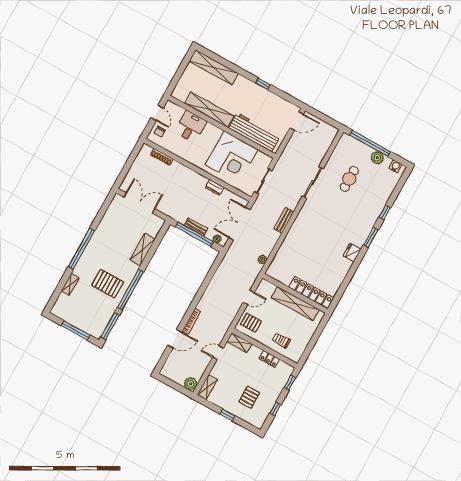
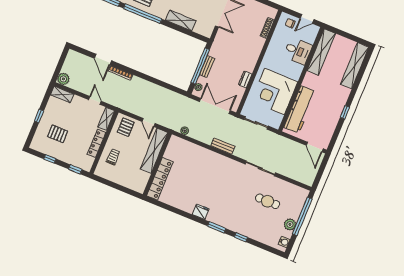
shelving: (209, 110) -> (321, 52), moved
shelving: (295, 304) -> (154, 151), moved
locker: (269, 359) -> (96, 143), width x1.53

